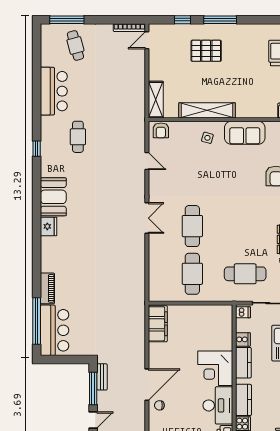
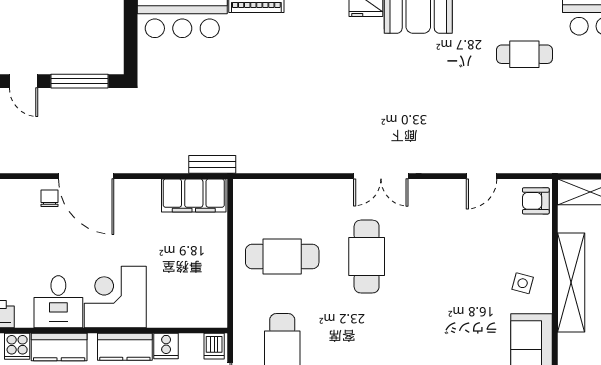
cafe table: (192, 226) -> (367, 257), turned 90
bench: (102, 377) -> (212, 164), moved
desk: (218, 405) -> (58, 302), width x0.73

